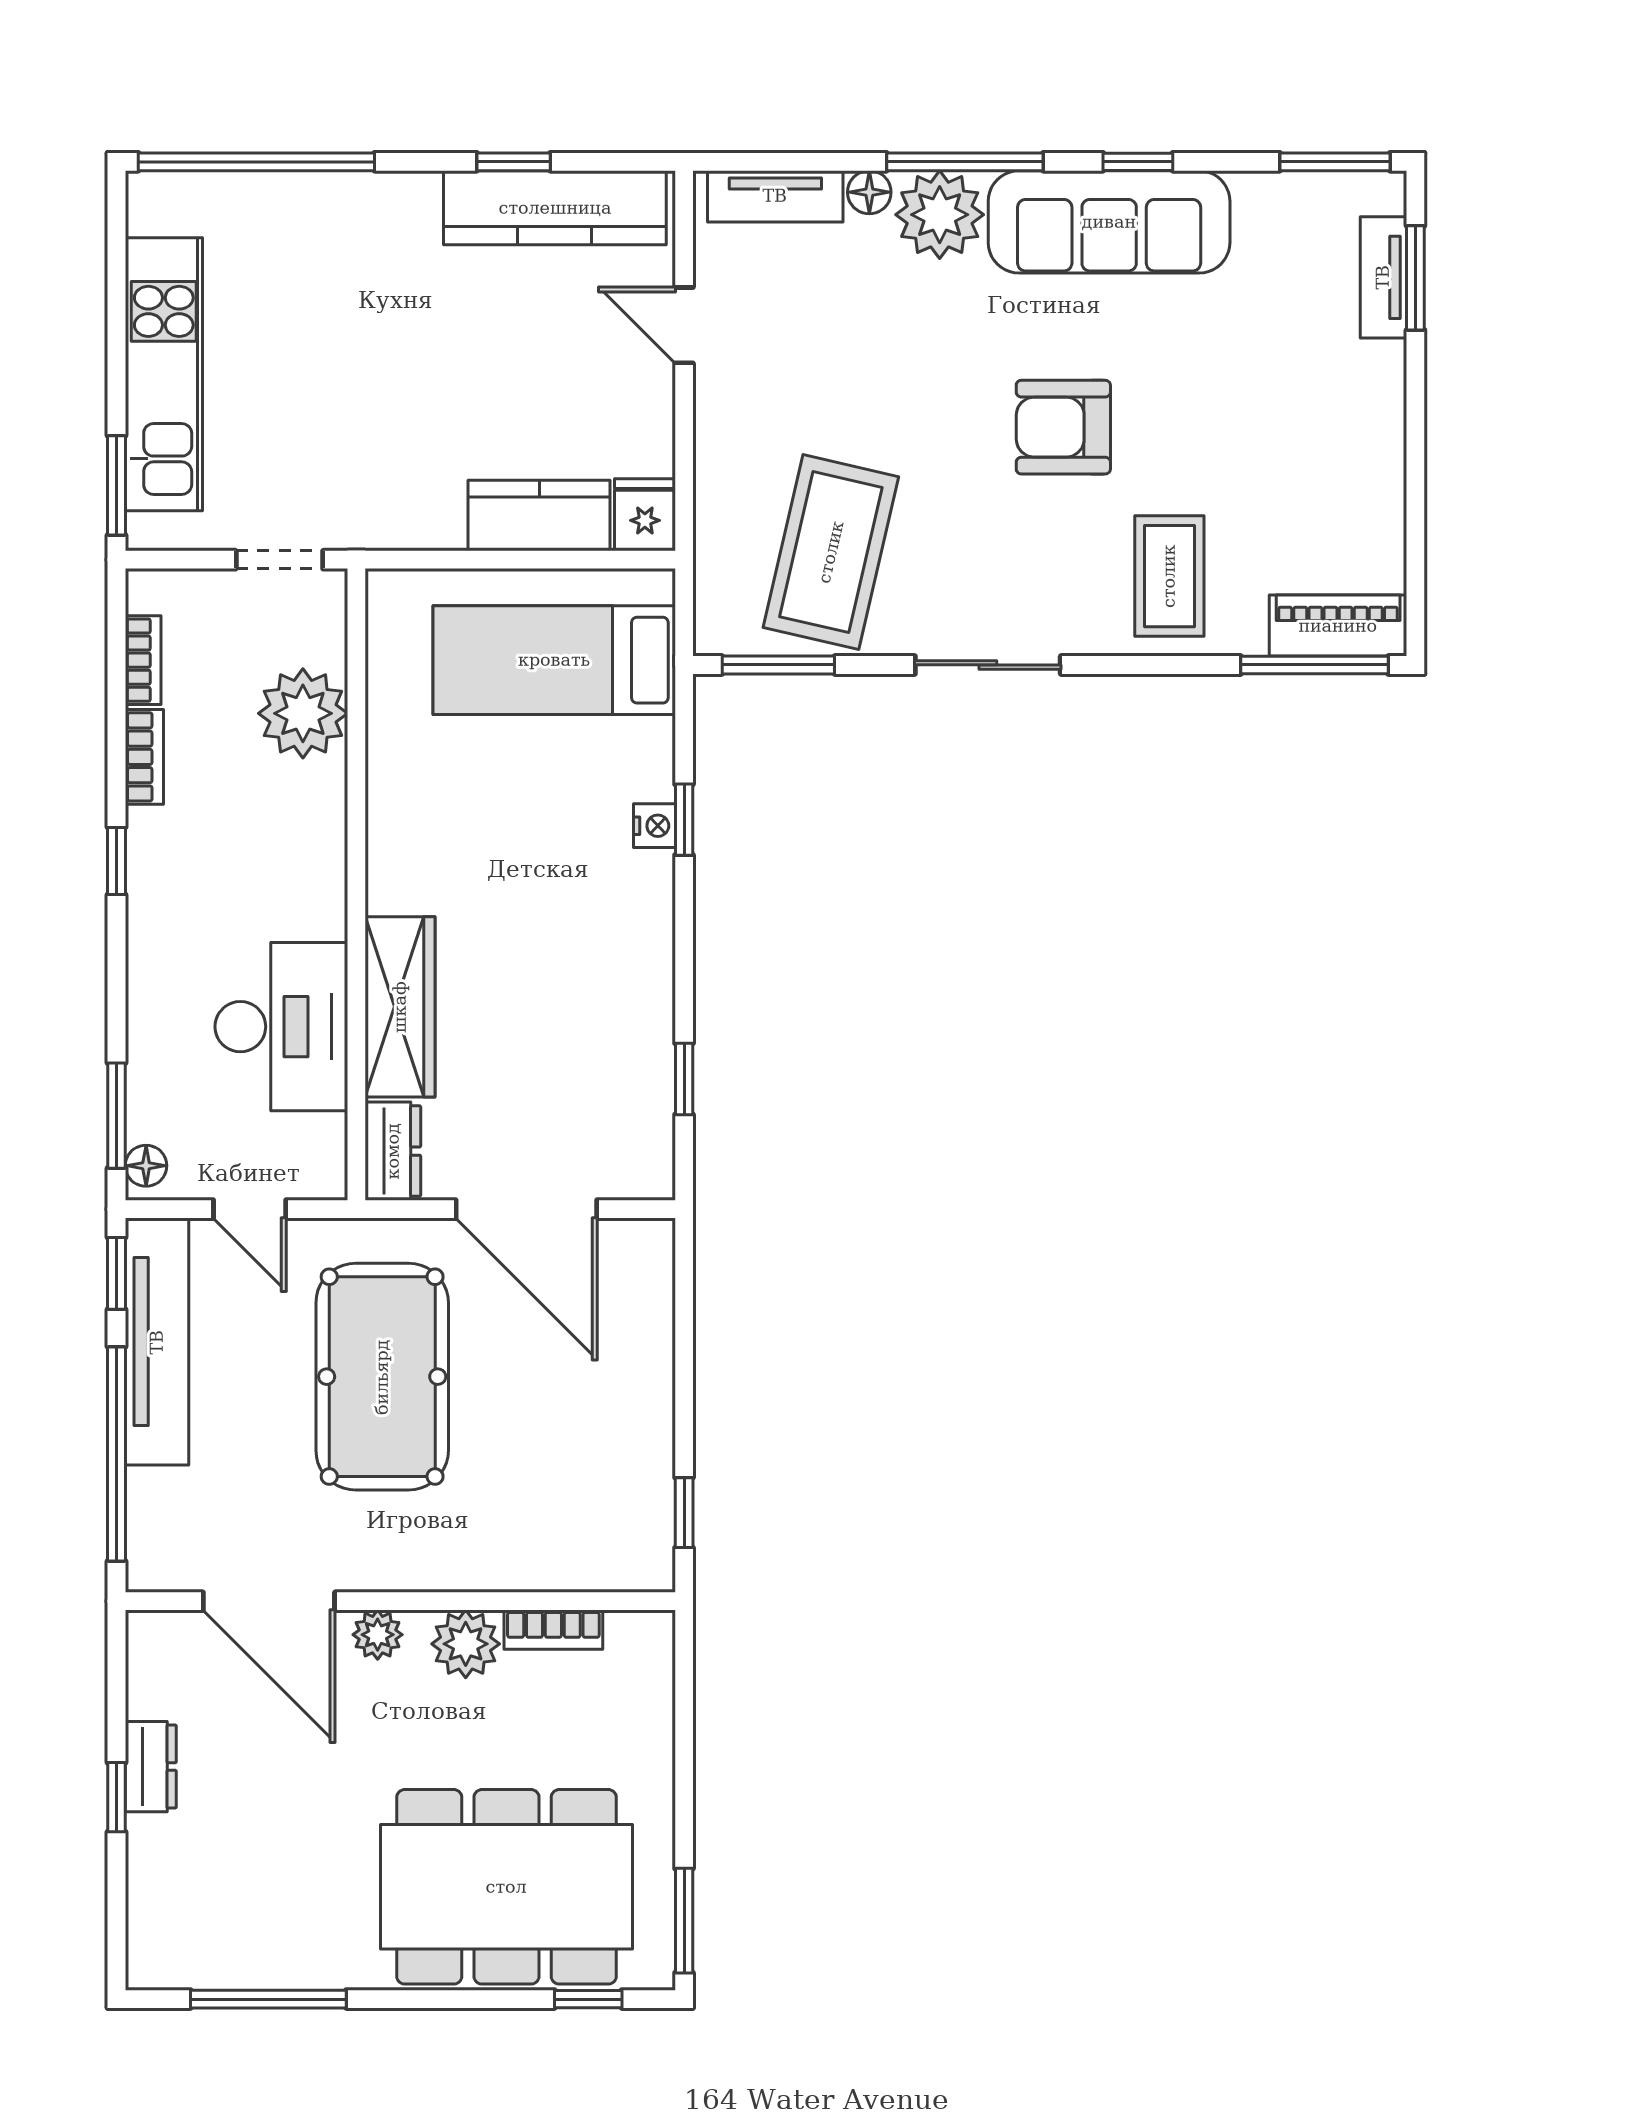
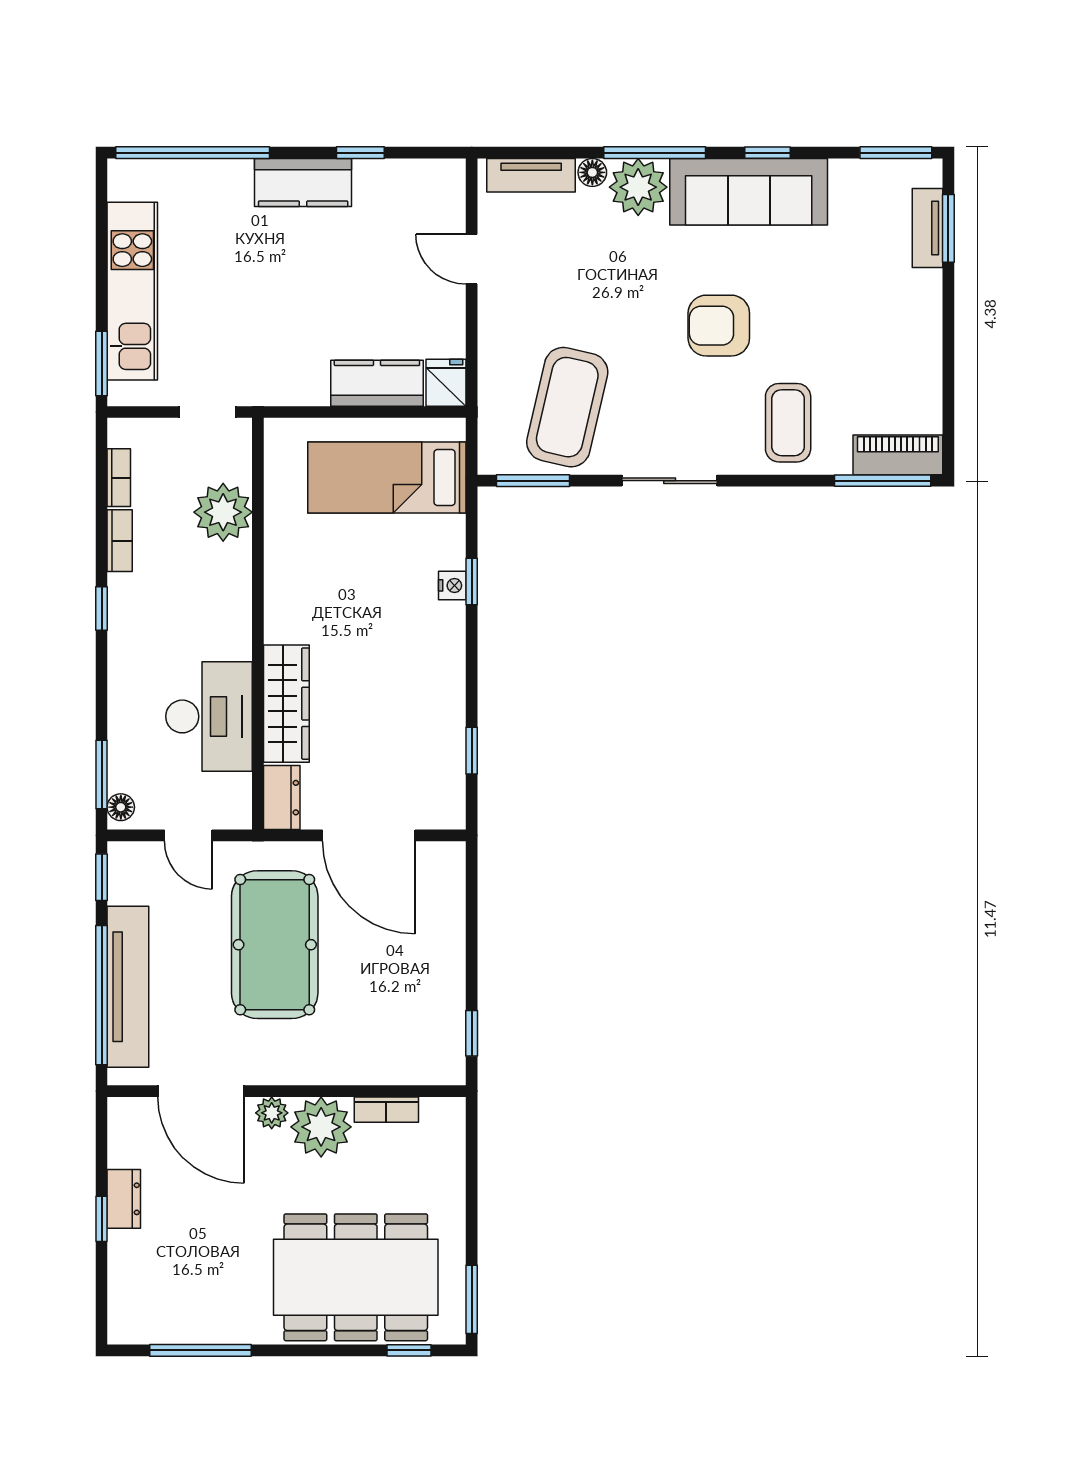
kitchen counter: (555, 208) -> (303, 183), moved, width x0.67
tv unit: (157, 1342) -> (128, 987), moved
plant: (466, 1644) -> (321, 1127), width x1.36, depth x1.36

